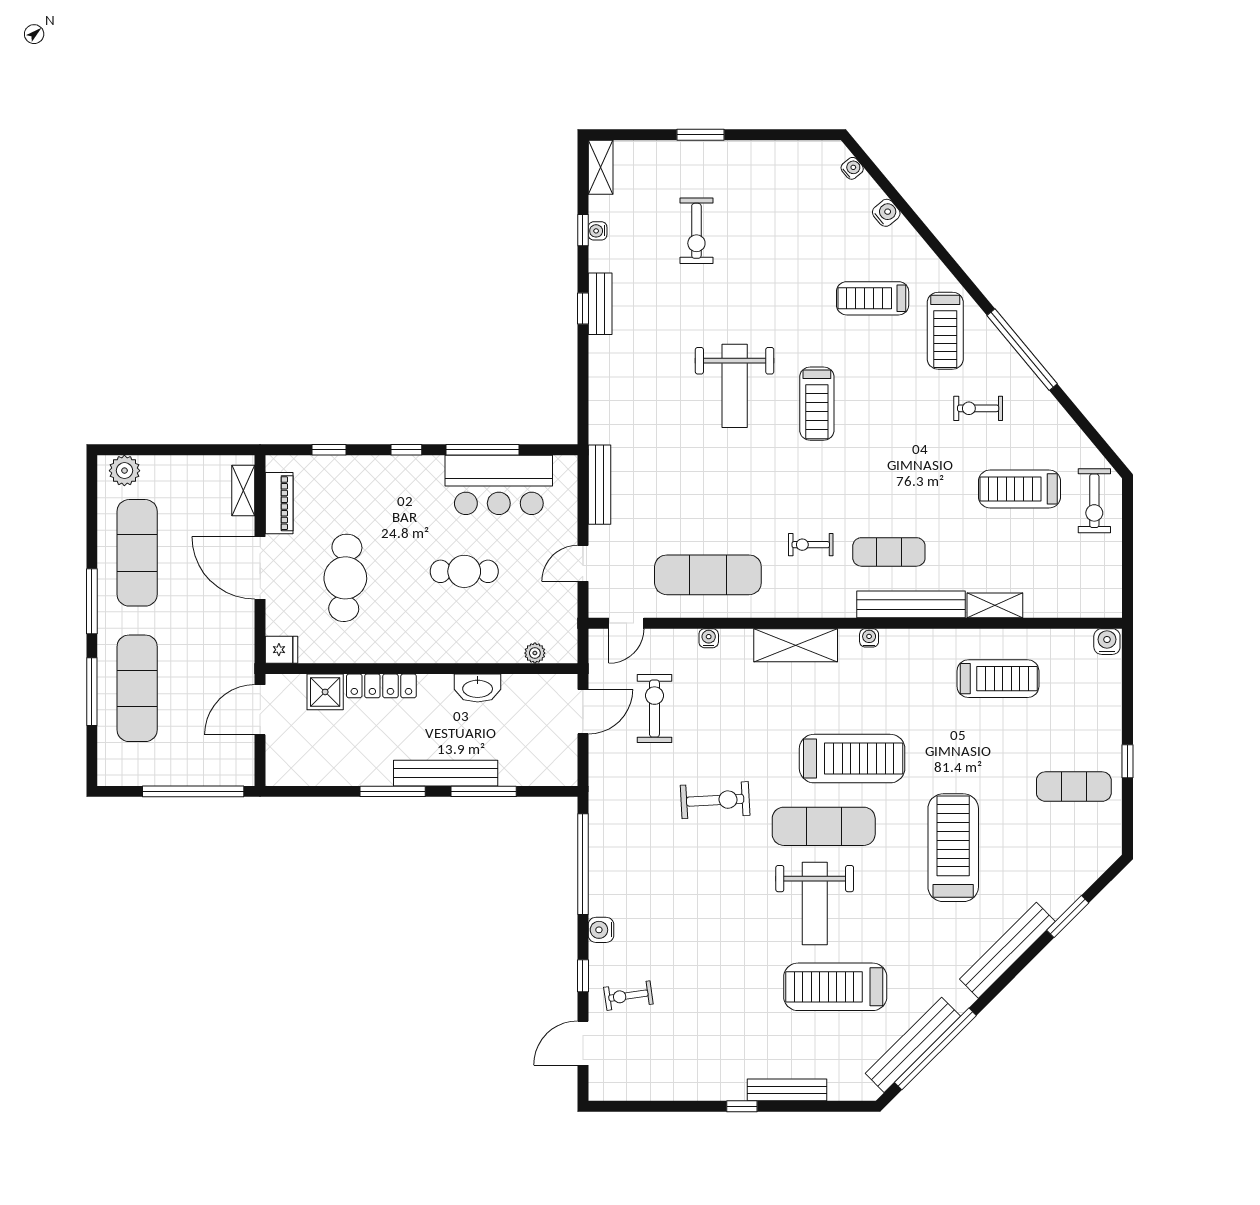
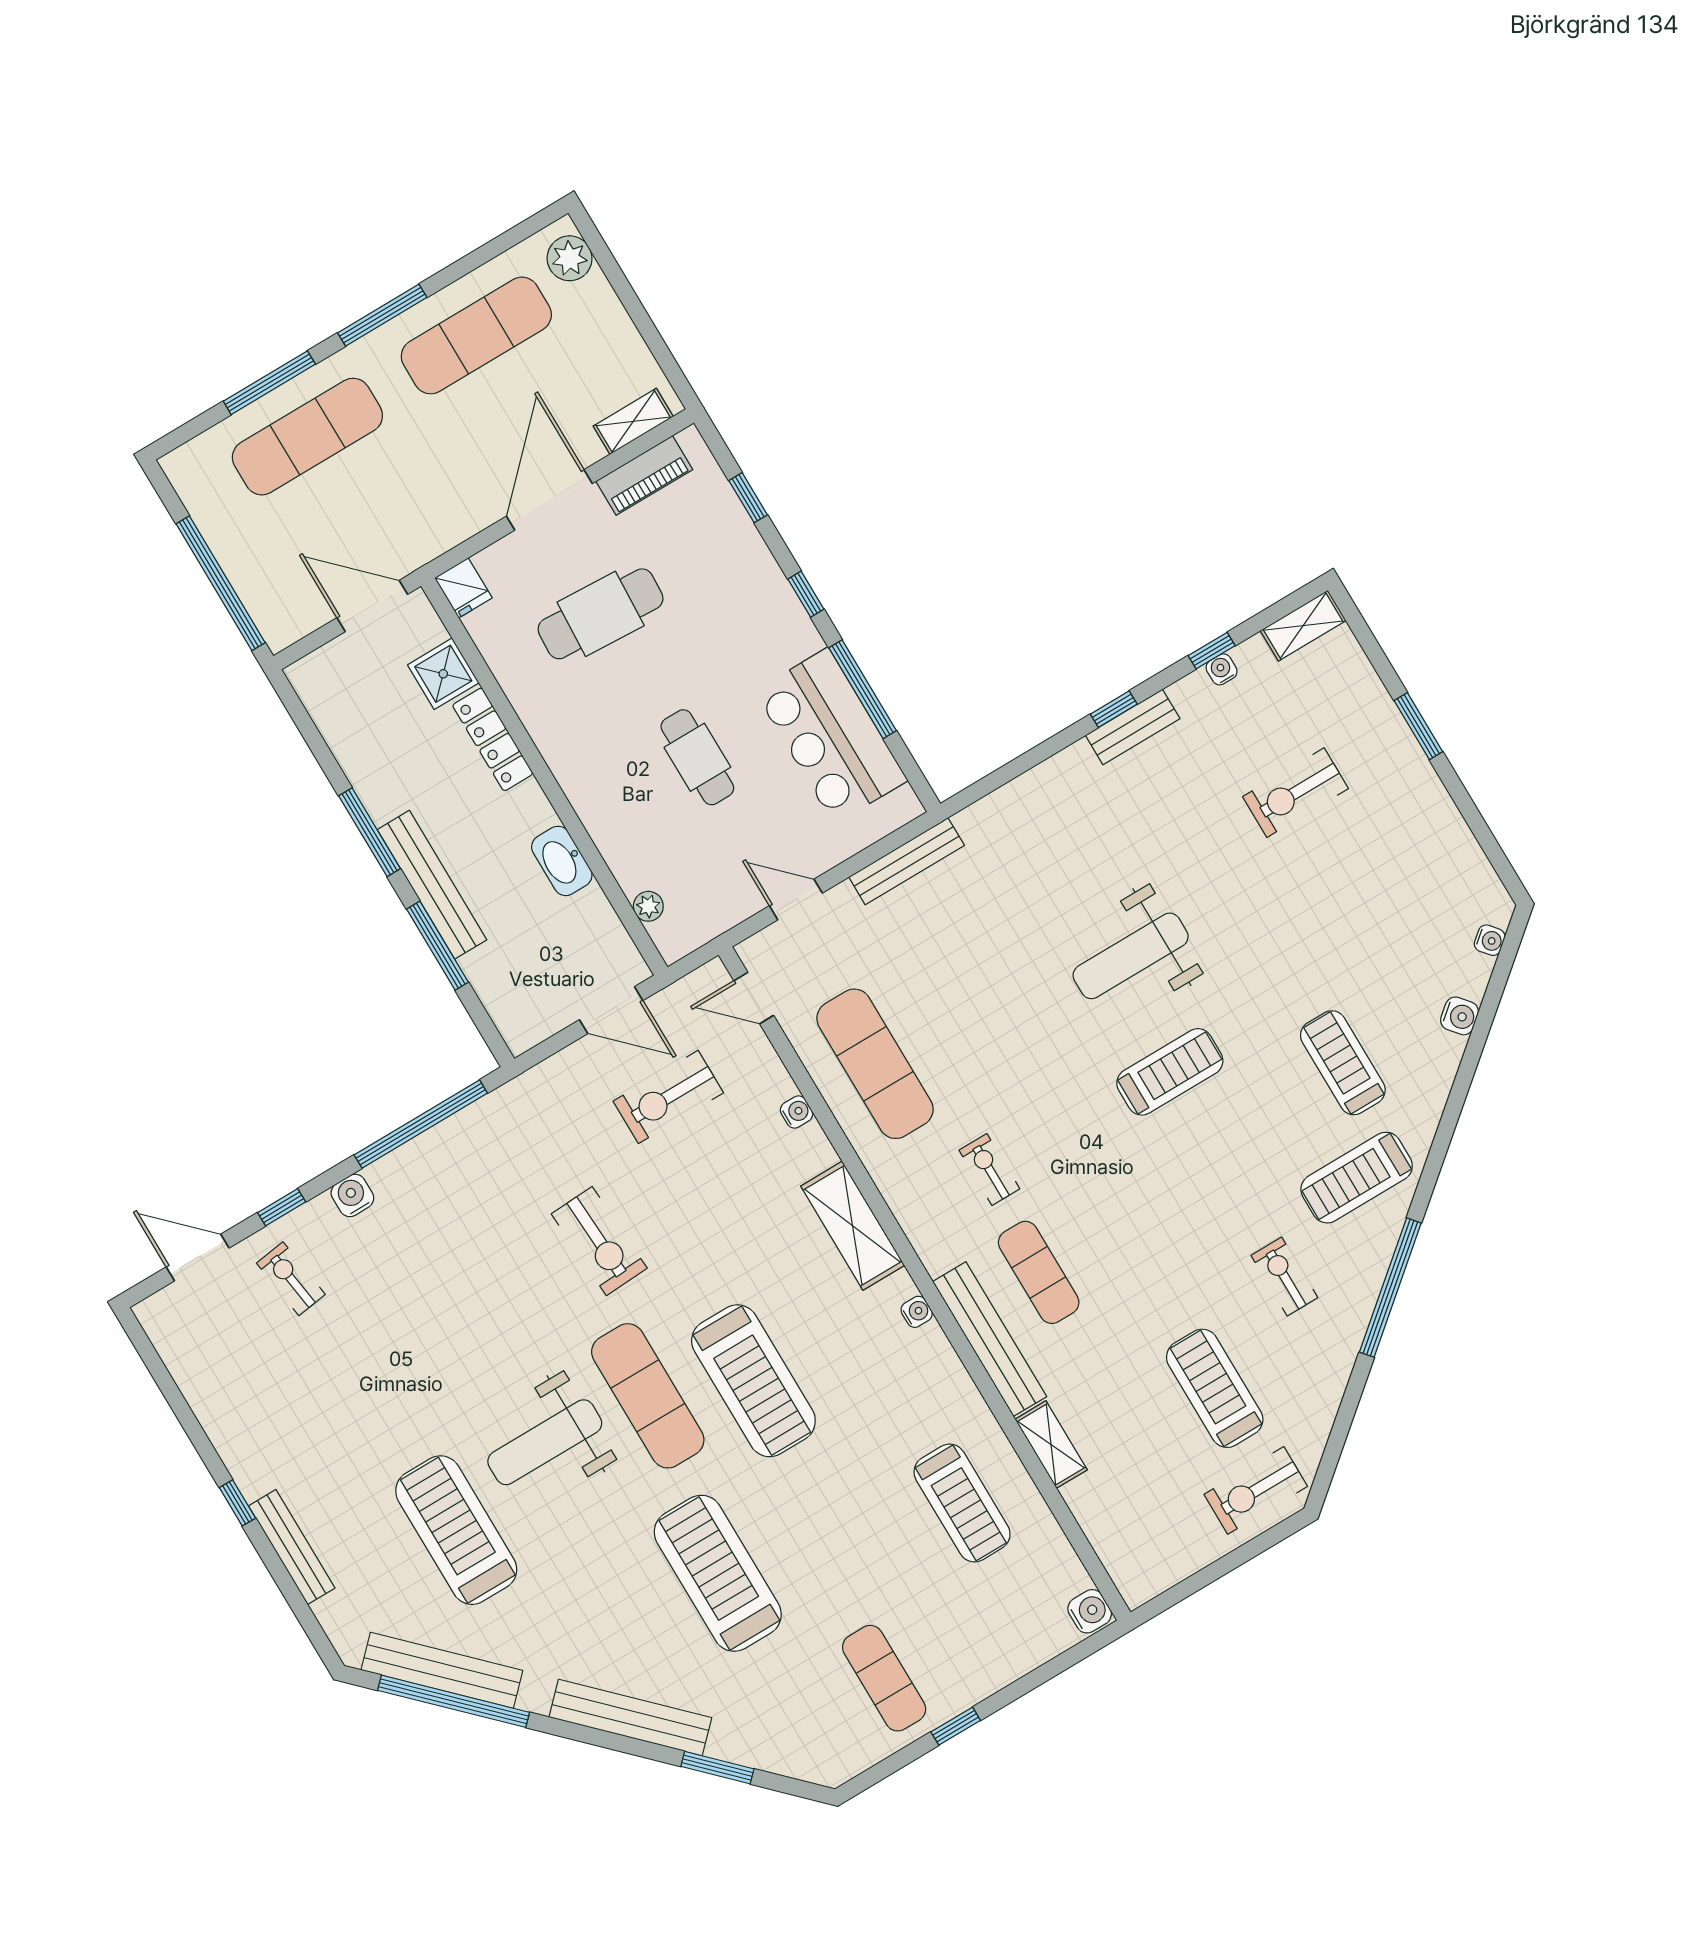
treadmill: (817, 404) -> (1170, 1072), turned 180
exercise bike: (654, 709) -> (668, 1097), turned 180
treadmill: (953, 848) -> (718, 1573), turned -90

